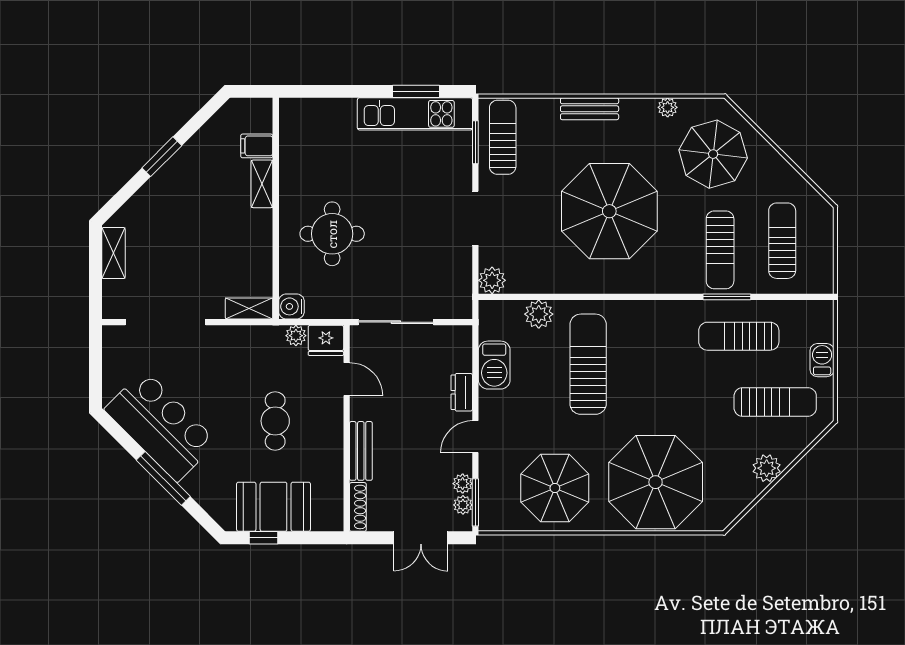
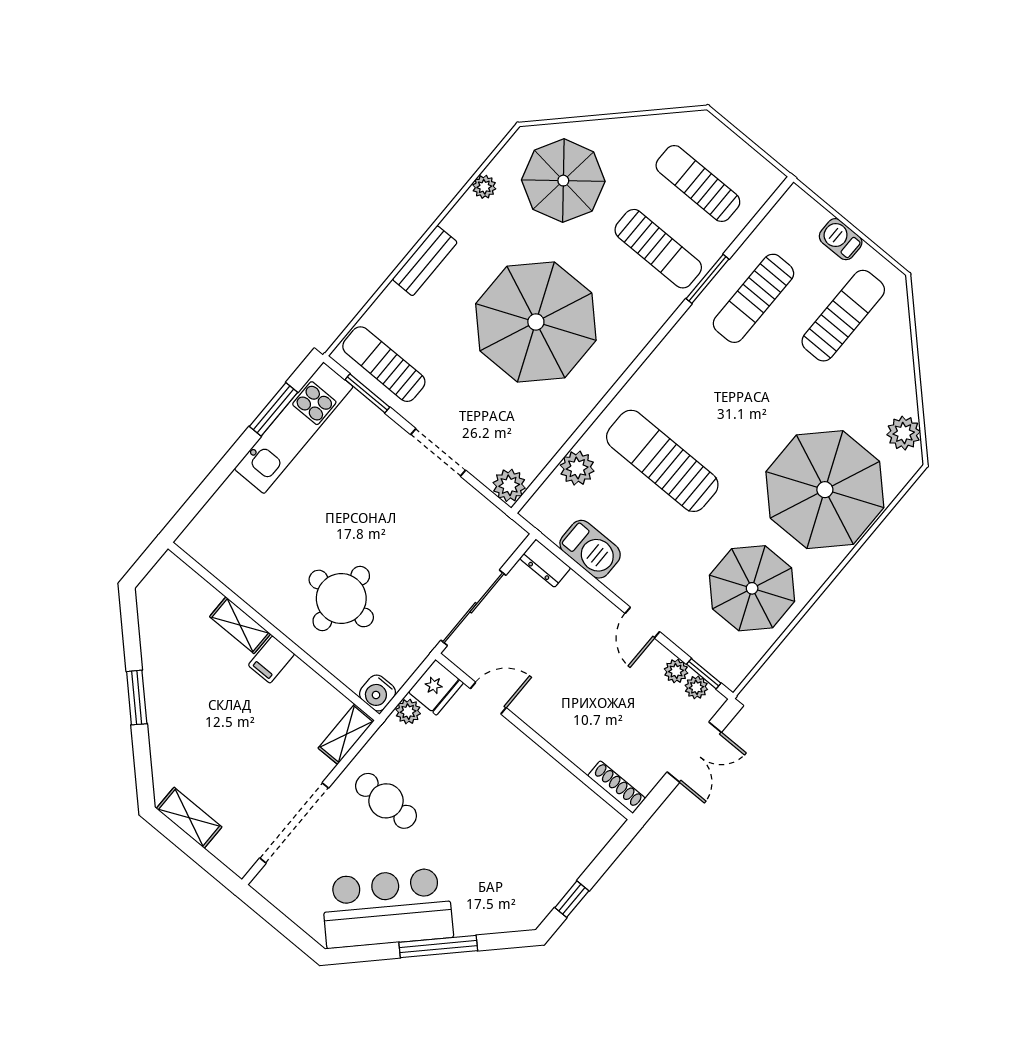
filing cabinet: (257, 146) -> (271, 660), moved
dresser: (462, 392) -> (545, 563), moved
cafe table: (275, 421) -> (386, 801), moved
bench: (361, 451) -> (566, 741), removed
plant: (767, 468) -> (904, 433), moved
window: (475, 502) -> (704, 674), width x0.67
booth: (273, 507) -> (551, 866), removed

